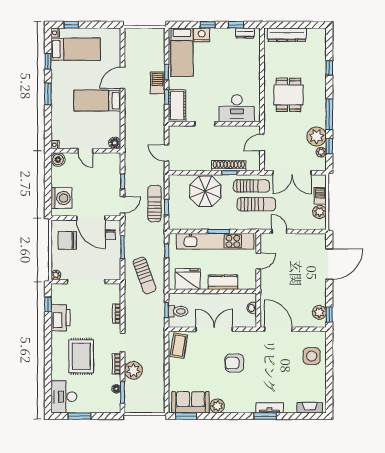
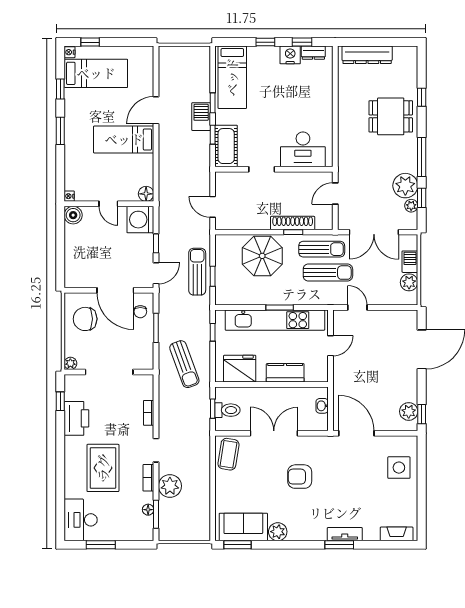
nightstand: (202, 35) -> (290, 55), moved
dining table: (288, 95) -> (391, 116), moved, turned 90
washing machine: (61, 198) -> (140, 220), moved, turned 180

